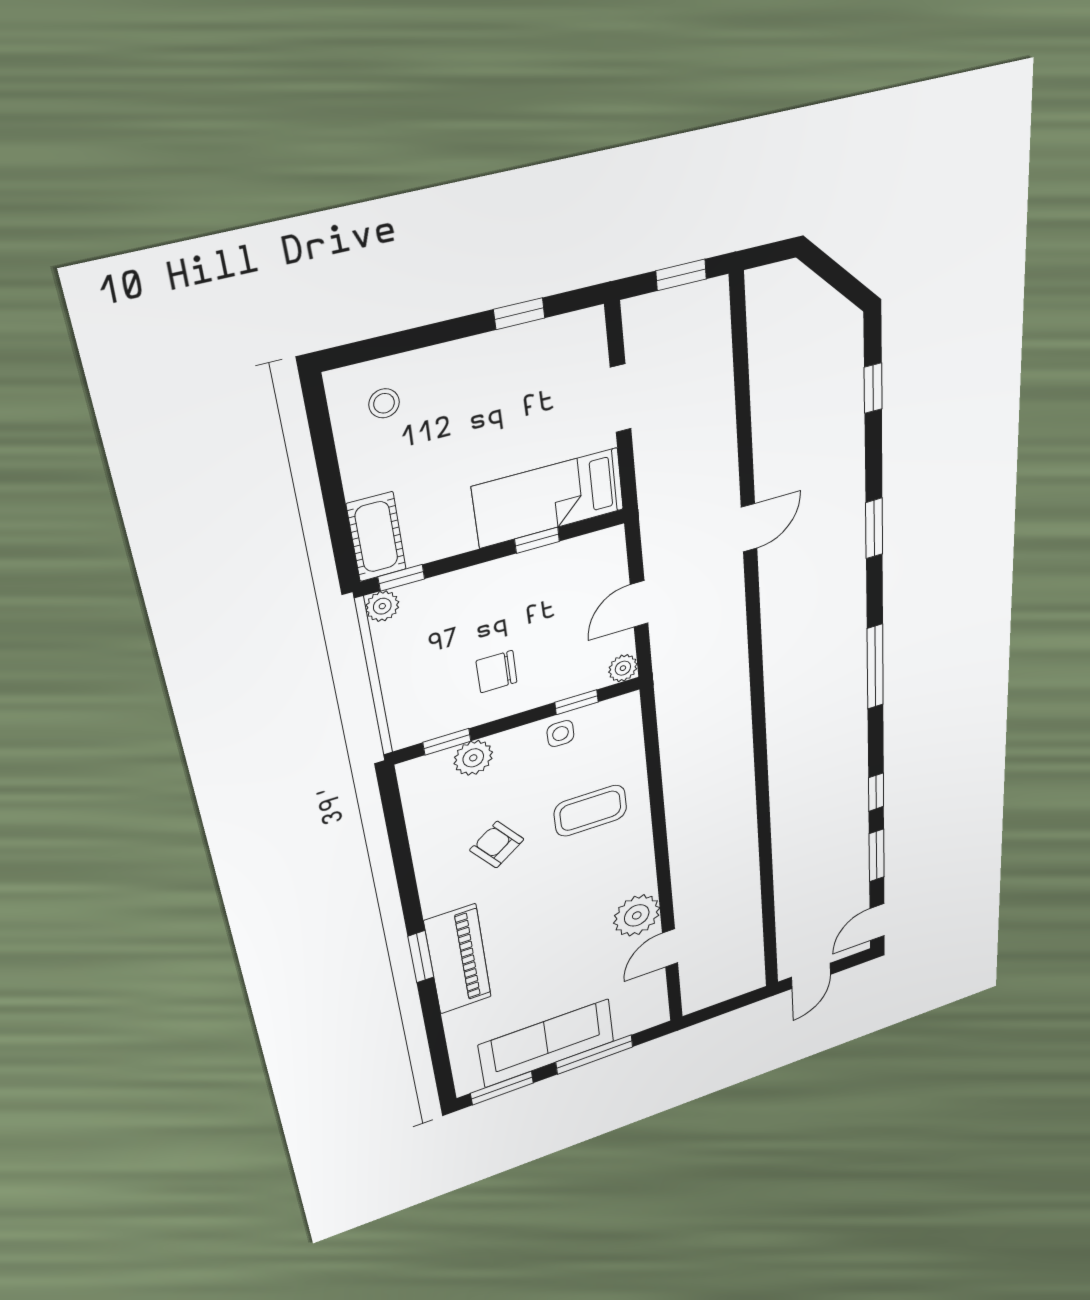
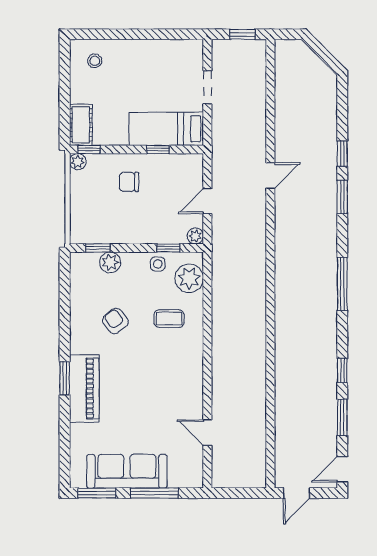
window: (519, 314) -> (163, 34), removed
window: (873, 388) -> (342, 154), moved
chair: (497, 672) -> (129, 182), moved
coffee table: (590, 811) -> (169, 319), width x0.73, depth x0.77
plant: (637, 915) -> (189, 278), moved
door: (670, 948) -> (207, 433), hinge flipped

